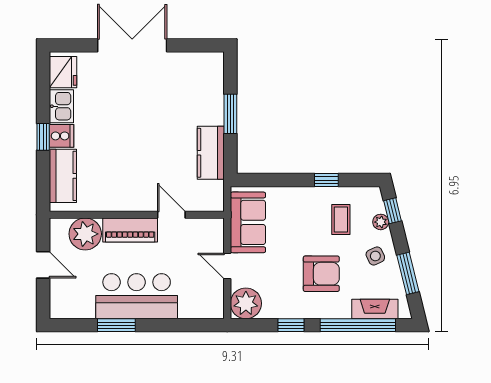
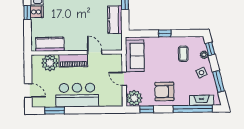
kitchen counter: (63, 176) -> (50, 44), moved, turned -90
window: (326, 180) -> (165, 33), moved
door: (43, 265) -> (28, 90), moved
armchair: (321, 274) -> (164, 92), moved, turned 180
window: (116, 325) -> (55, 110), moved
window: (291, 325) -> (147, 109), moved

